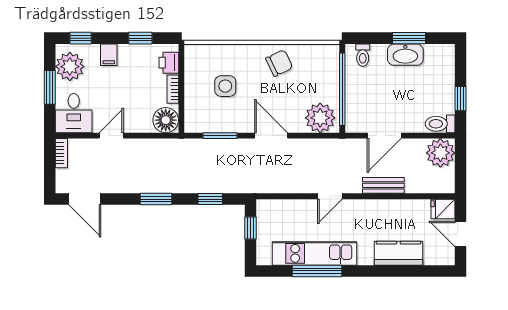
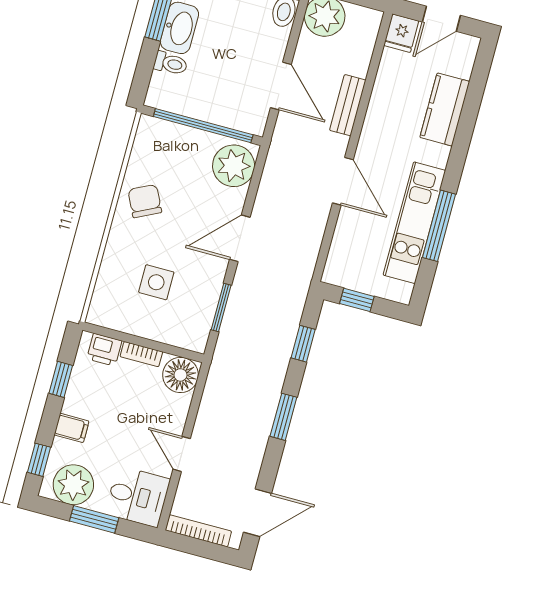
toilet: (363, 55) -> (171, 63), moved
bookcase: (61, 153) -> (198, 531), width x1.56
door: (330, 196) -> (343, 181), width x1.38

